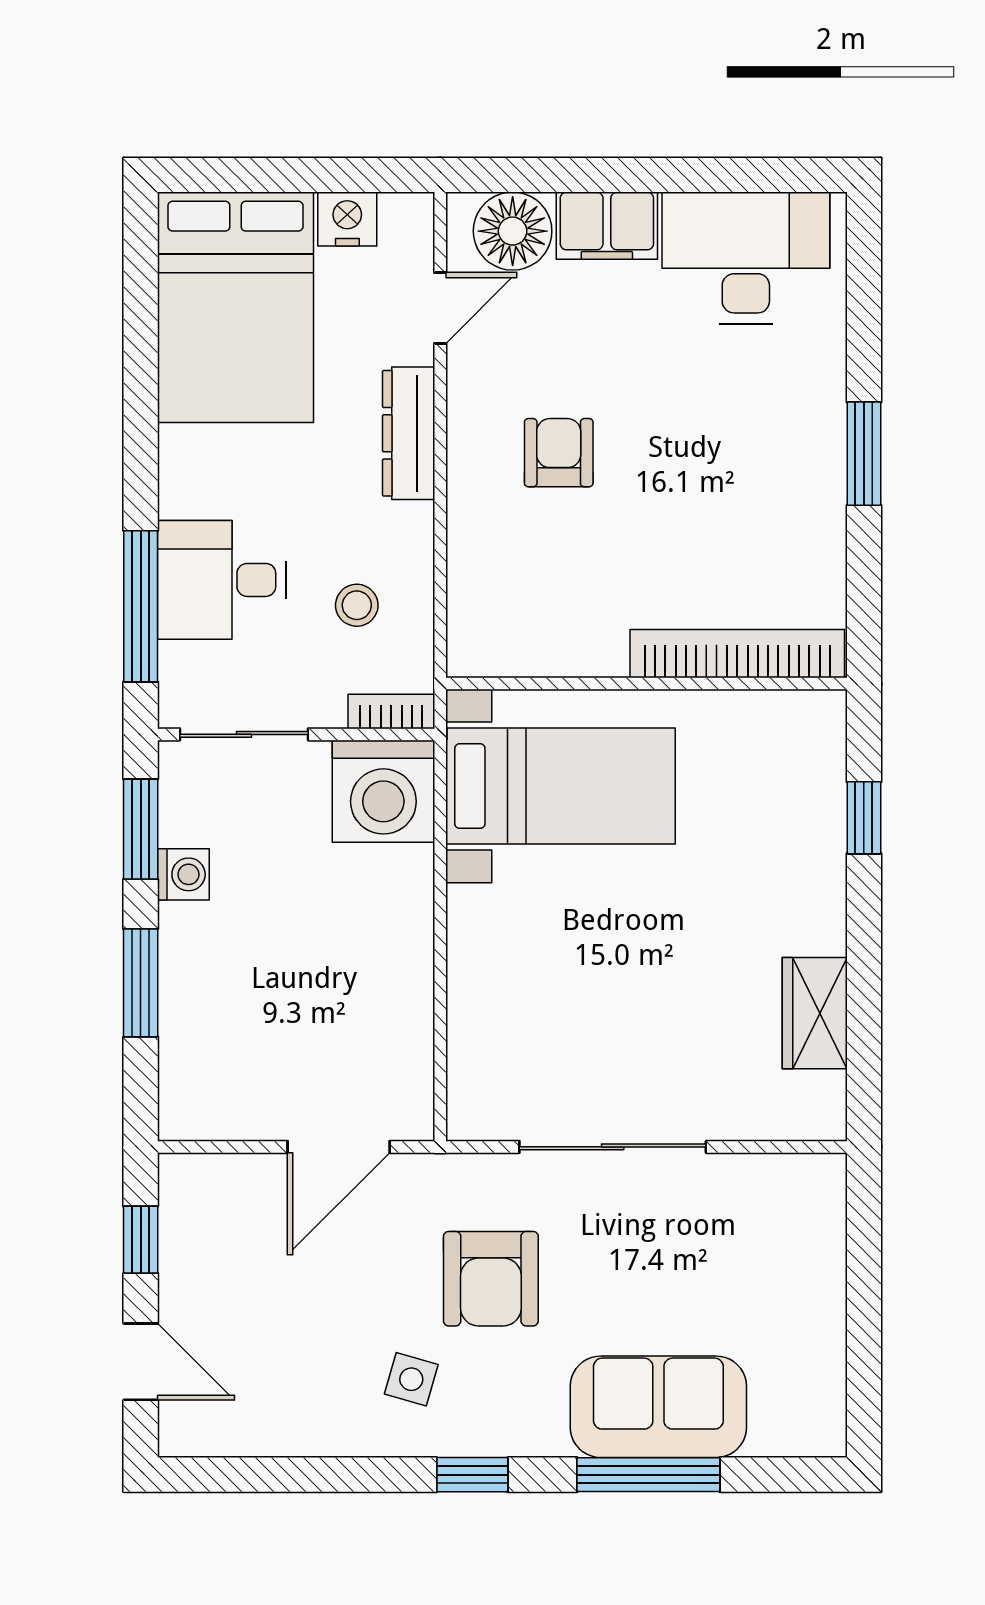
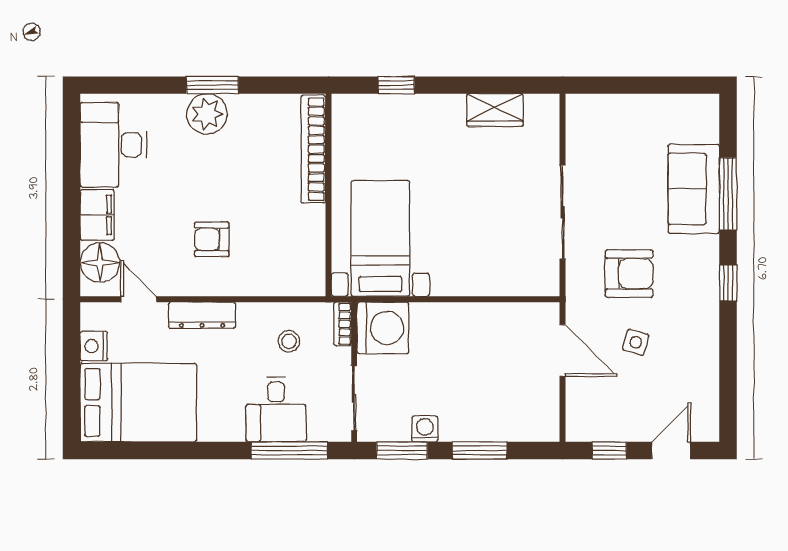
plant: (807, 443) -> (207, 114), added
side table: (411, 1379) -> (636, 342), moved

